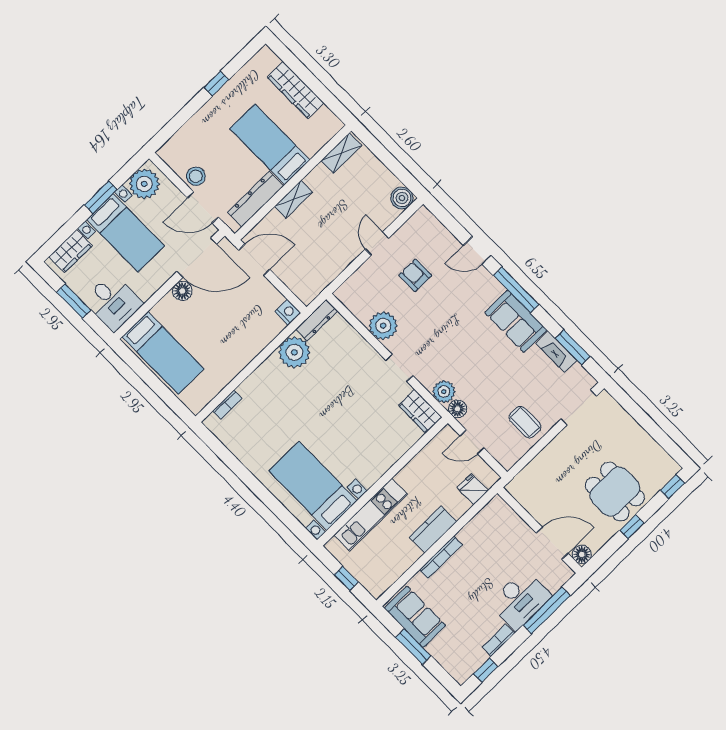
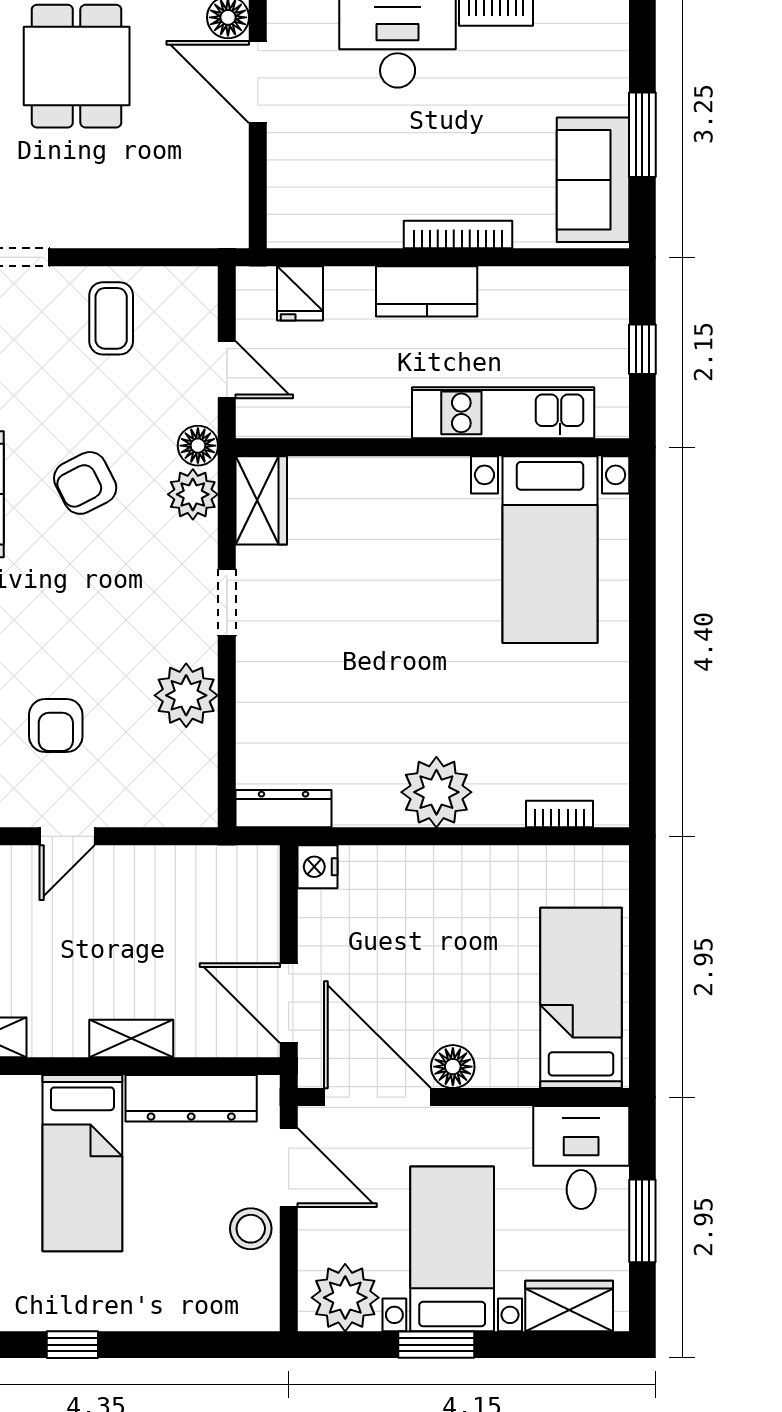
plant: (294, 352) -> (436, 792), moved
armchair: (482, 362) -> (85, 483), added

